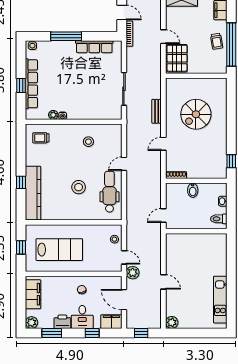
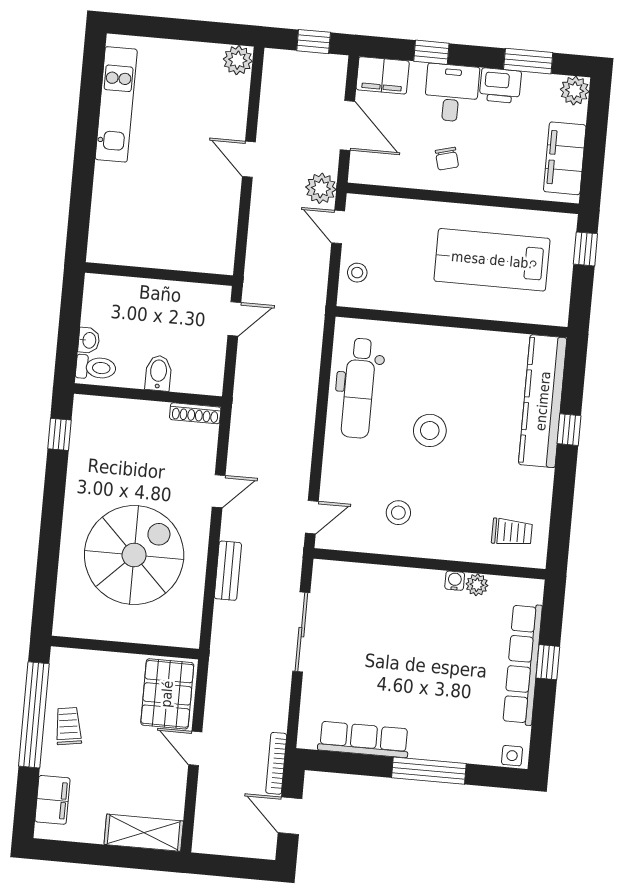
spiral stairs: (196, 114) -> (134, 555), width x1.37, depth x1.37
door: (124, 164) -> (312, 517), moved
stool: (79, 187) -> (430, 430), moved
toilet: (219, 219) -> (96, 368), moved
window: (21, 247) -> (585, 249), moved

